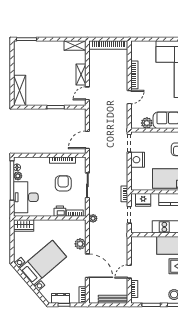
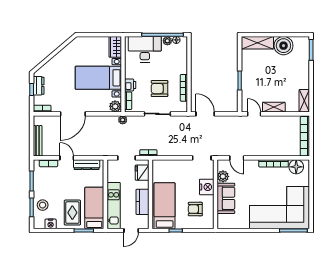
floor lamp: (138, 53) -> (296, 167), added
boiler: (22, 65) -> (283, 46), added
door: (129, 97) -> (237, 158), moved
nightstand: (138, 160) -> (207, 187), moved, turned 90
armchair: (63, 183) -> (159, 89), turned 180
plant: (80, 244) -> (115, 106), moved
dresser: (136, 253) -> (87, 165), added
bed with nightstands: (43, 263) -> (98, 78), moved, turned 131

